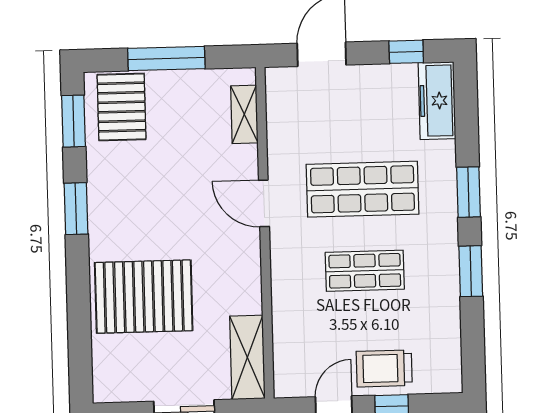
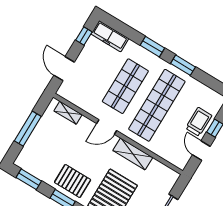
pallet: (122, 107) -> (73, 181), moved
shop shelf: (365, 271) -> (157, 105), width x2.00, depth x1.36
shelving: (247, 357) -> (133, 154), moved
trolley: (384, 368) -> (199, 122), turned 180

